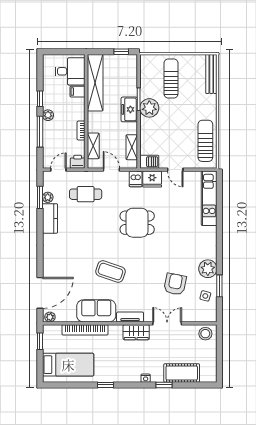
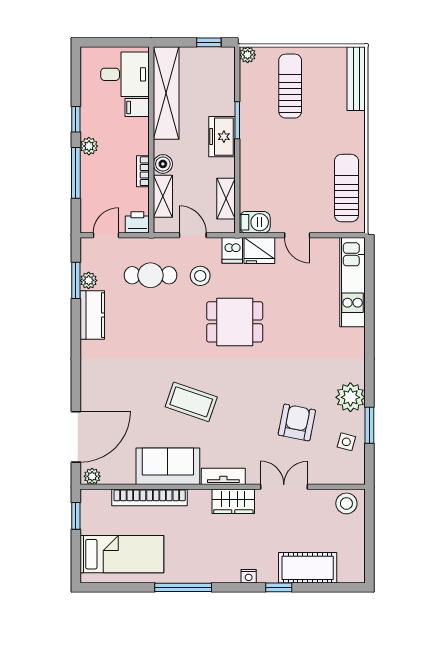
plant: (149, 108) -> (248, 55), moved, width x0.53, depth x0.53
boiler: (93, 126) -> (163, 164), added
stool: (116, 195) -> (200, 276), added
window: (105, 385) -> (183, 587), width x2.17

